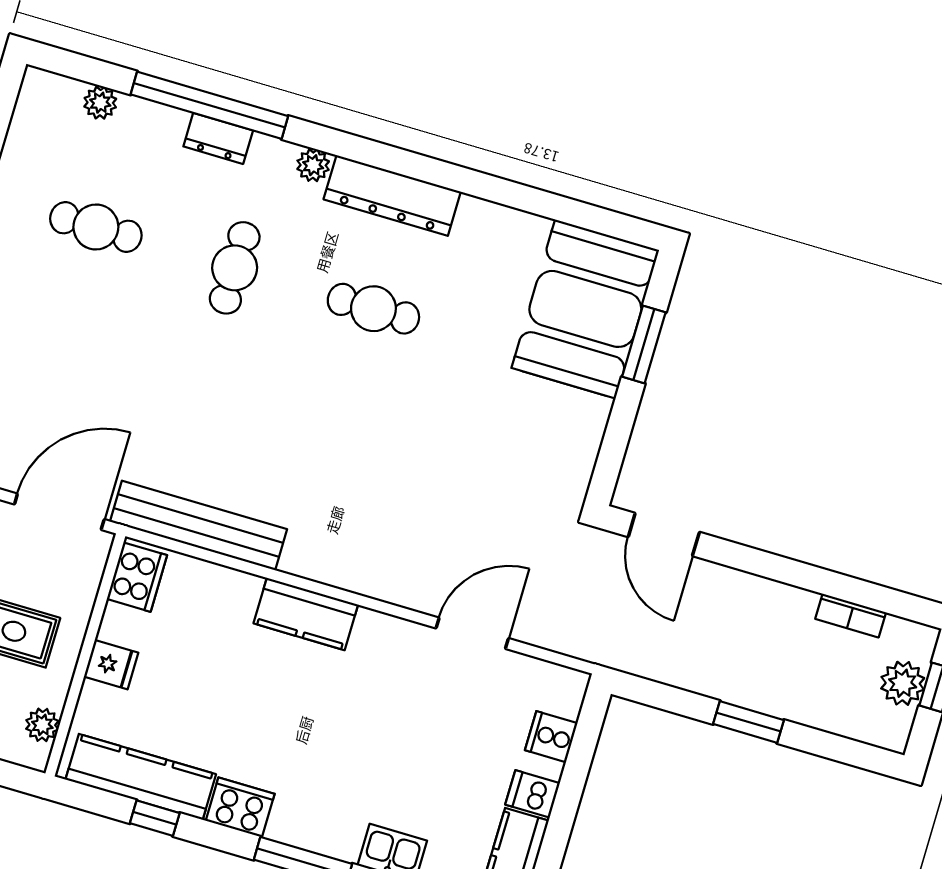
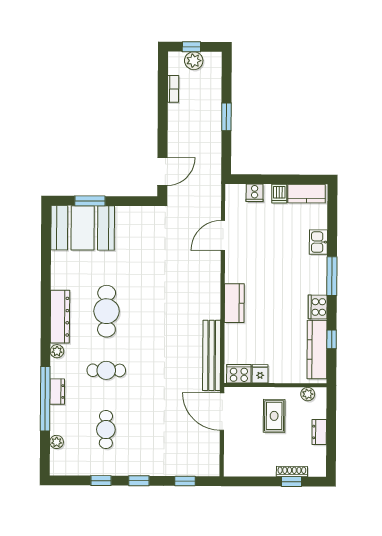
cafe table: (373, 309) -> (107, 311), width x1.37, depth x1.35
door: (472, 633) -> (223, 236), hinge flipped
fridge: (111, 665) -> (260, 374), moved

